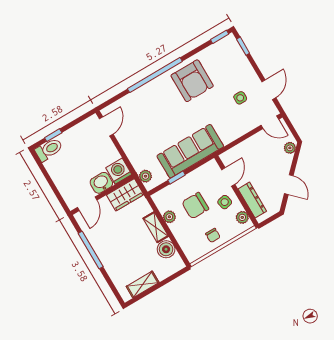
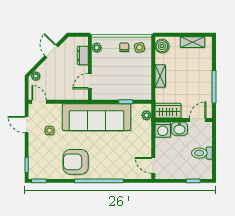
armchair: (192, 81) -> (76, 162), turned -90
door: (269, 90) -> (27, 125), hinge flipped
door: (106, 126) -> (153, 165), hinge flipped
toilet: (49, 150) -> (202, 153), moved
sofa: (190, 151) -> (97, 117), width x1.36, depth x1.27
dresser: (252, 200) -> (83, 55), width x0.70
side table: (225, 202) -> (139, 47), moved
chair: (195, 206) -> (124, 75), removed
plant: (169, 217) -> (146, 78), removed
boiler: (166, 249) -> (162, 46), moved

